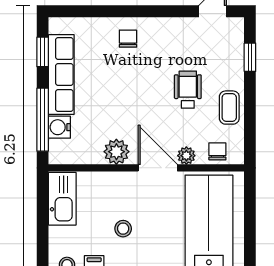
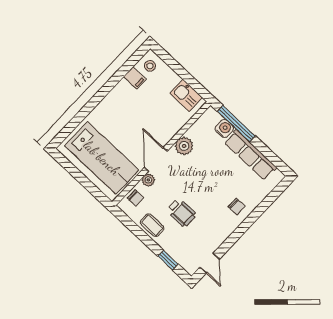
window: (43, 52) -> (271, 156), removed
door: (158, 168) -> (156, 159), swing flipped
kitchen sink: (62, 199) -> (186, 95), width x0.73
stool: (123, 229) -> (141, 112), removed

